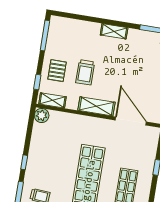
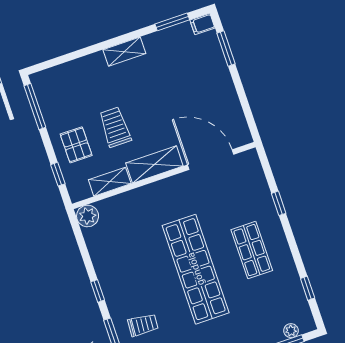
trolley: (85, 72) -> (115, 127), turned 180
shelving: (53, 100) -> (110, 182), moved

